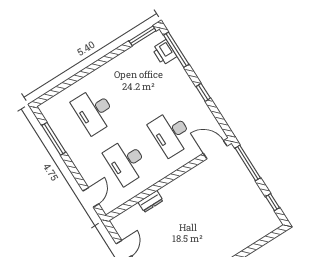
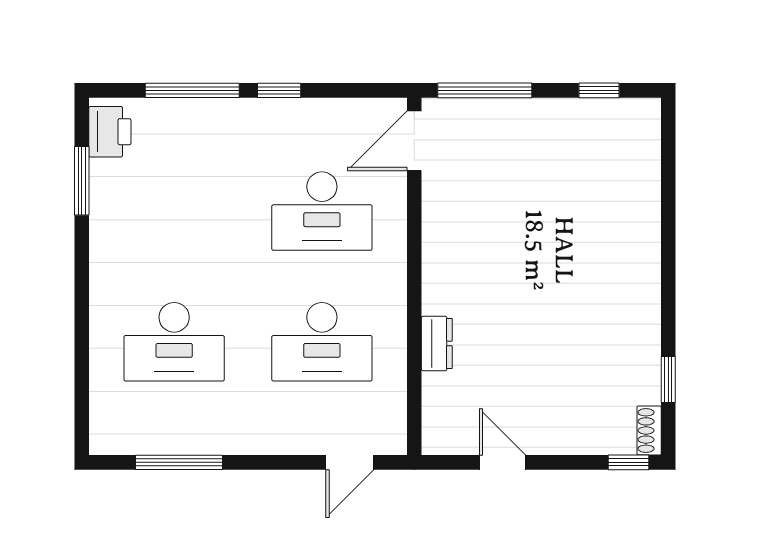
window: (143, 36) -> (82, 181), moved
window: (176, 50) -> (192, 90), moved
printer: (164, 52) -> (110, 132), moved, turned -90
door: (91, 197) -> (350, 462), swing flipped

